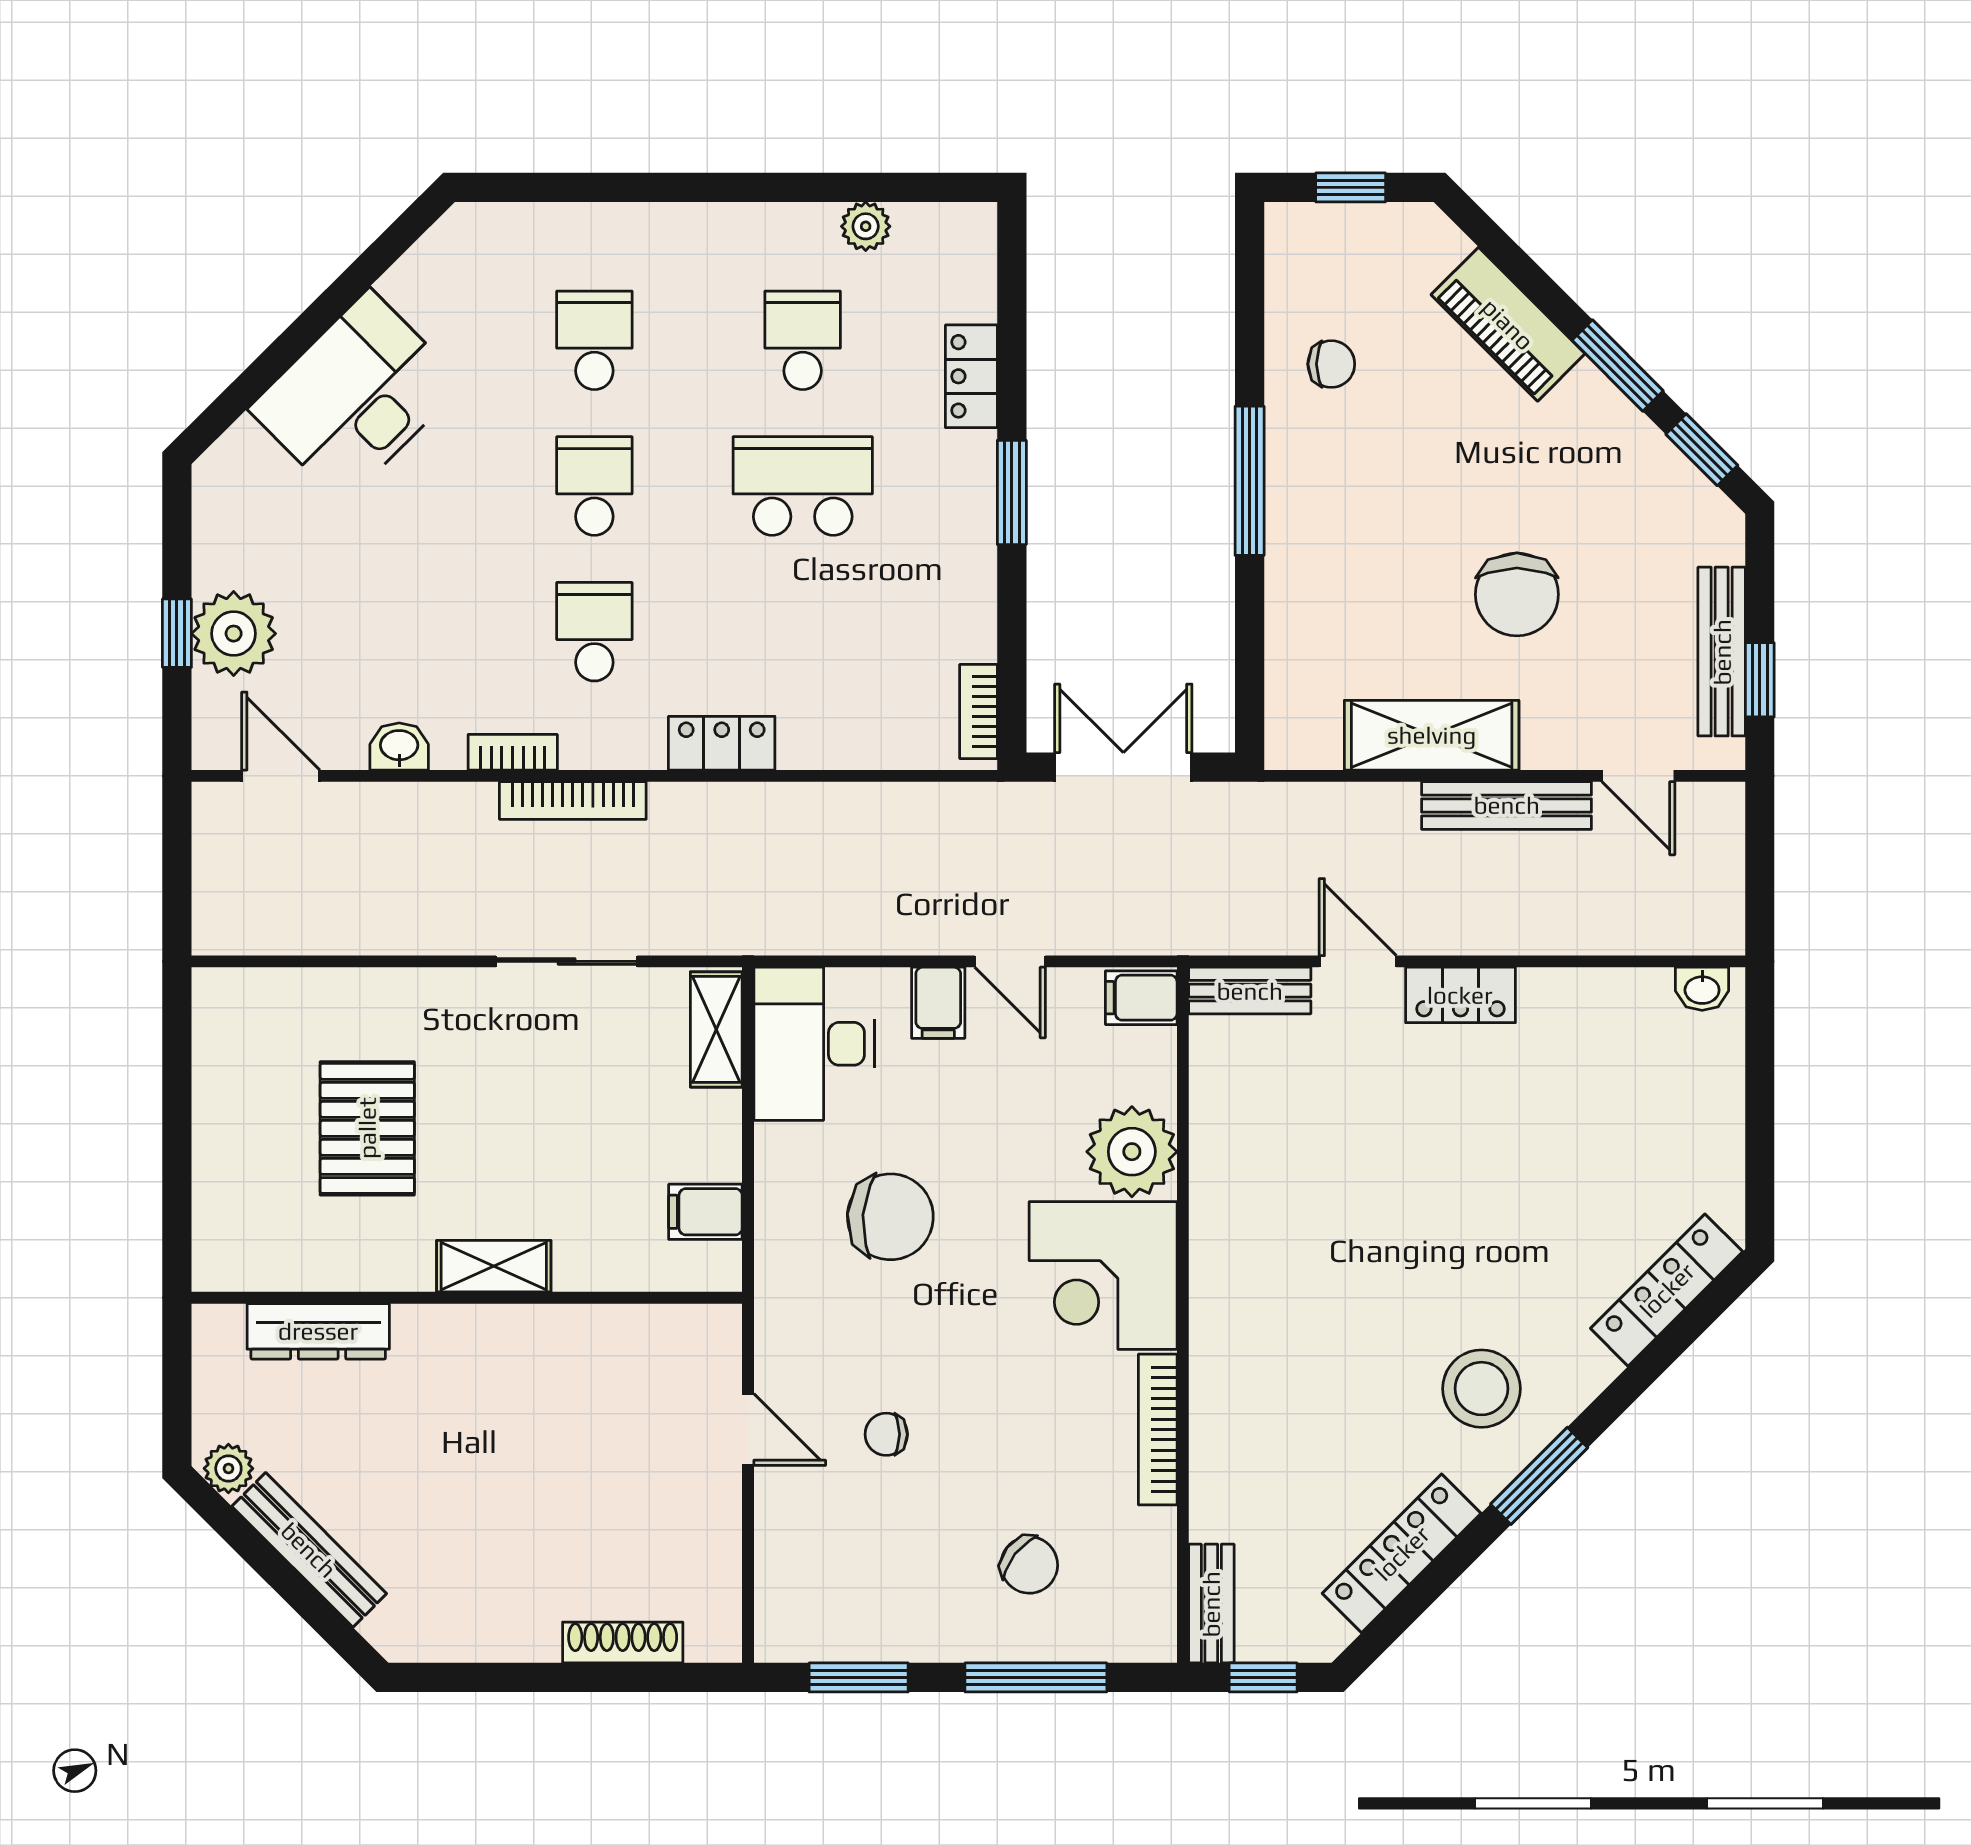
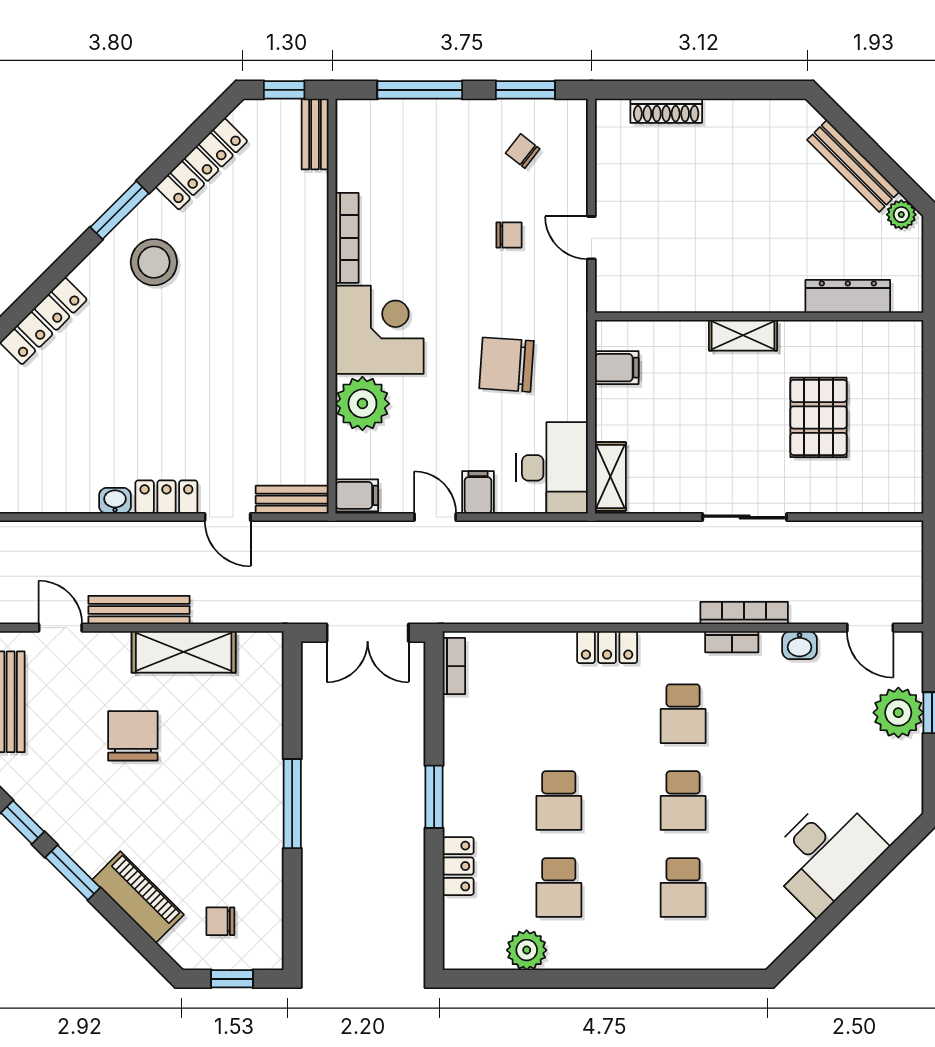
plant: (866, 226) -> (527, 950), width x1.38, depth x1.38
chair: (1331, 364) -> (220, 921), moved
school desk: (803, 486) -> (559, 801), width x0.54
bookcase: (573, 800) -> (744, 613), moved
sliding door: (567, 961) -> (745, 517), moved
washbasin: (1702, 989) -> (115, 501), moved
chair: (1029, 1565) -> (523, 151), moved, width x0.73, depth x0.73

